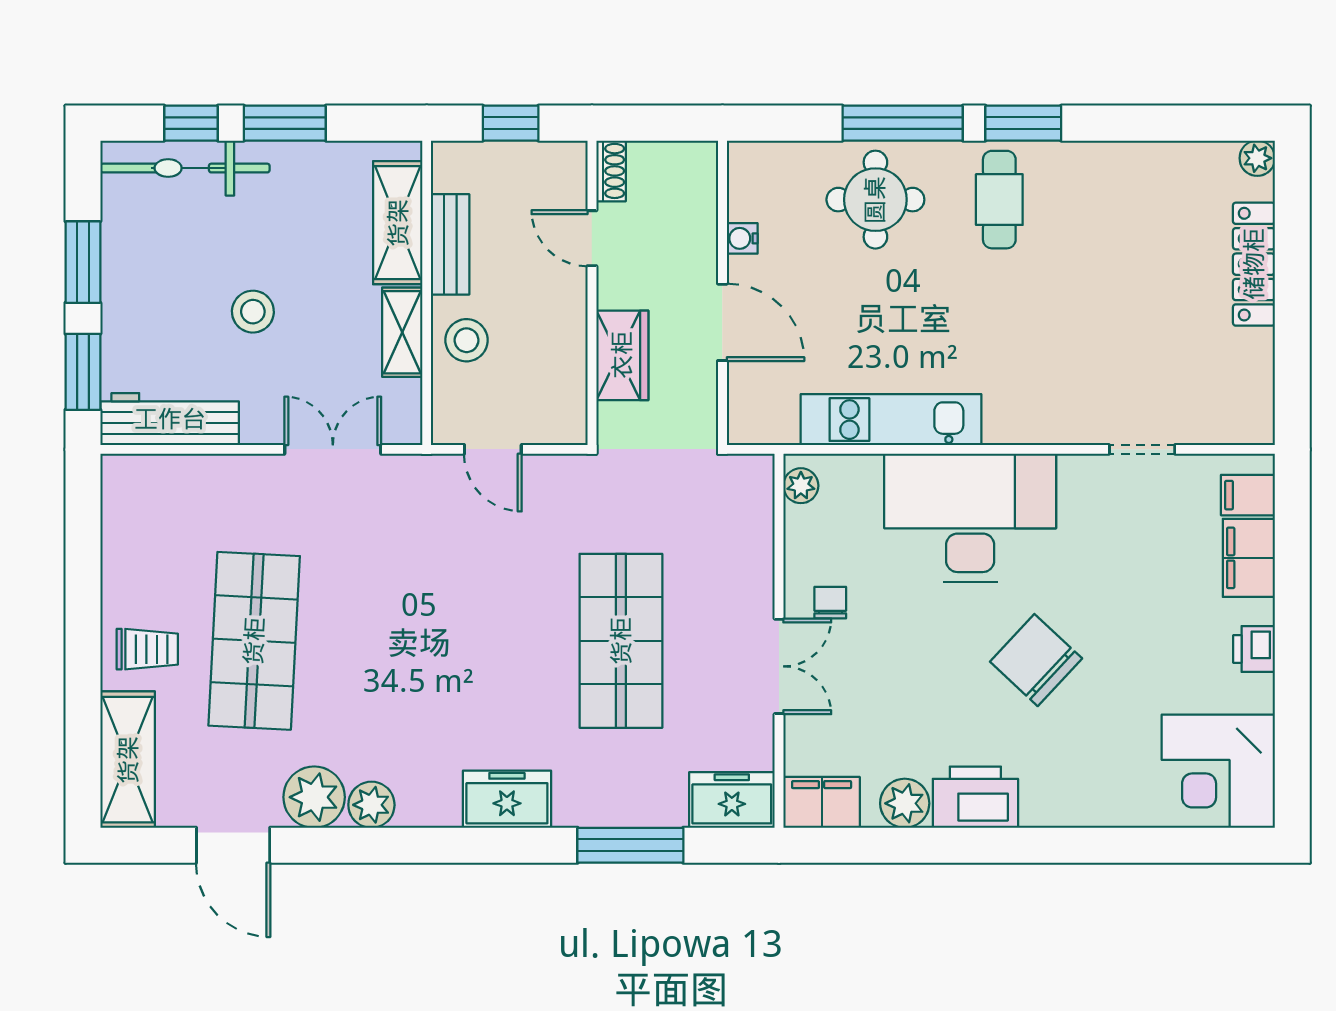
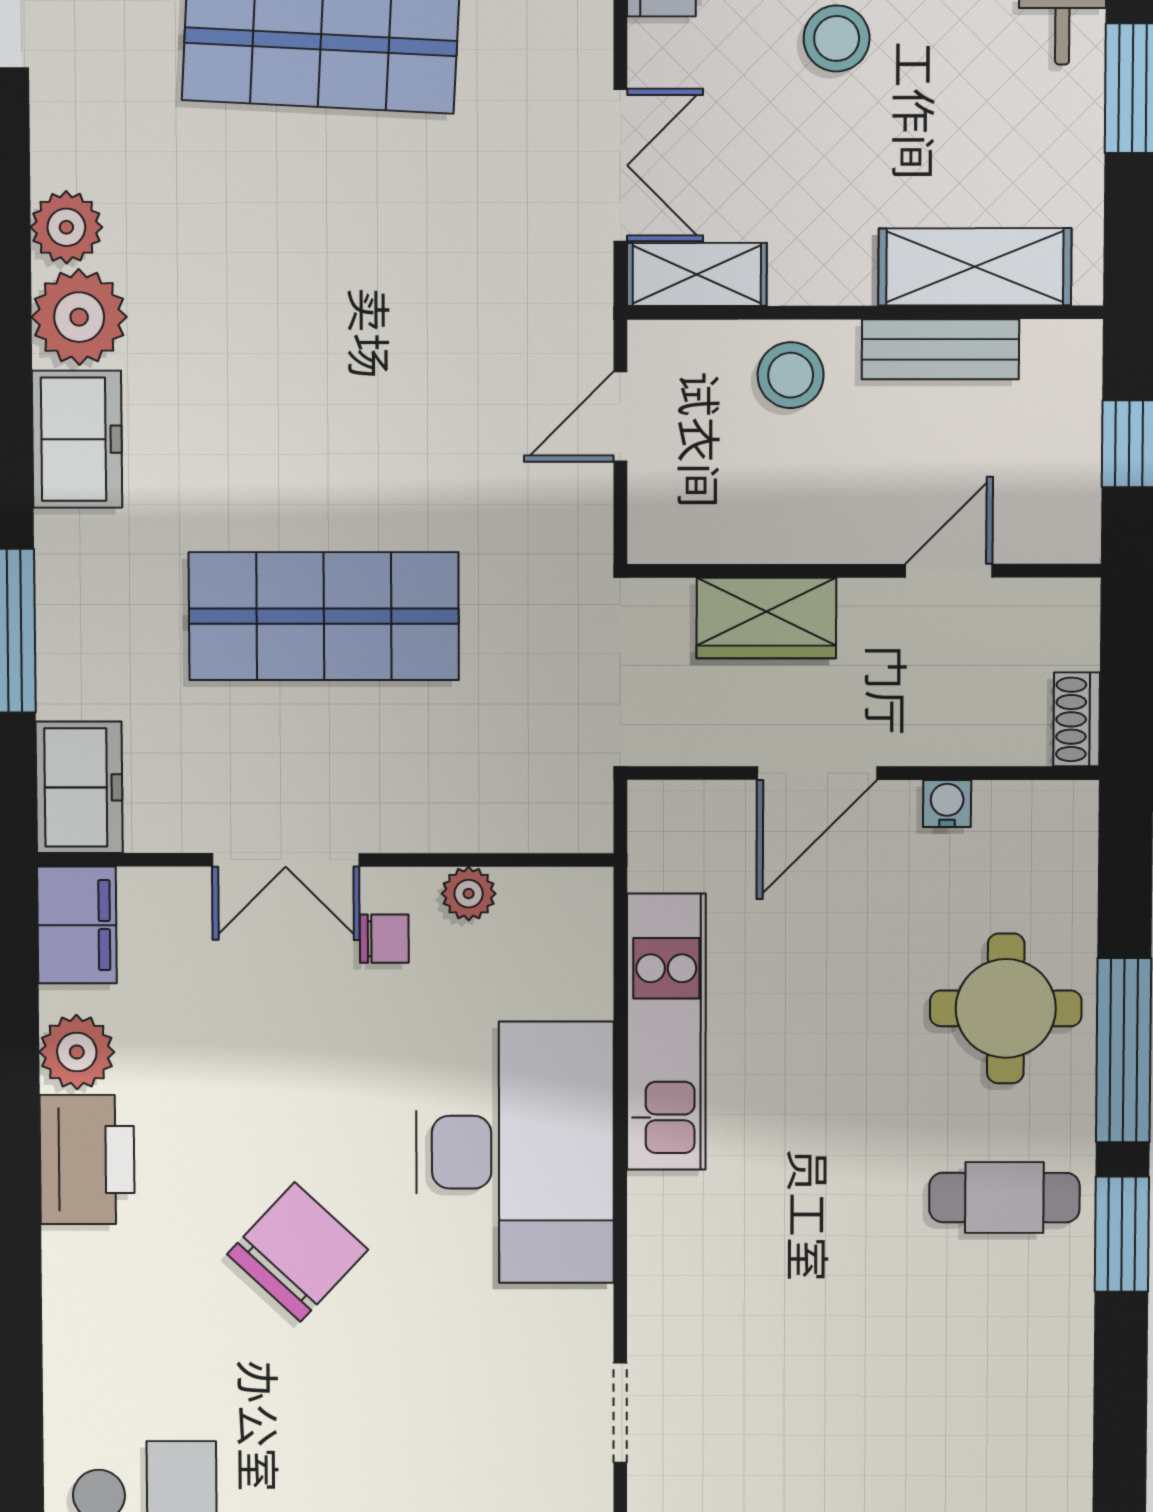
shoe rack: (611, 171) -> (1077, 719), moved, turned 90
shelving: (402, 332) -> (697, 274), moved
plant: (801, 486) -> (469, 894), moved
plant: (314, 797) -> (79, 317), moved

